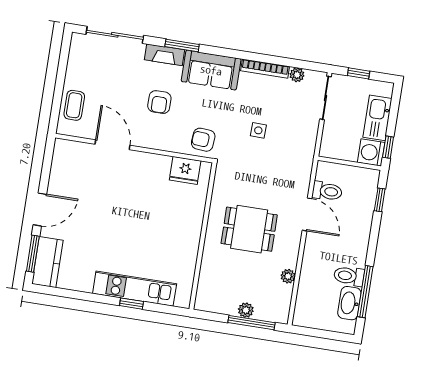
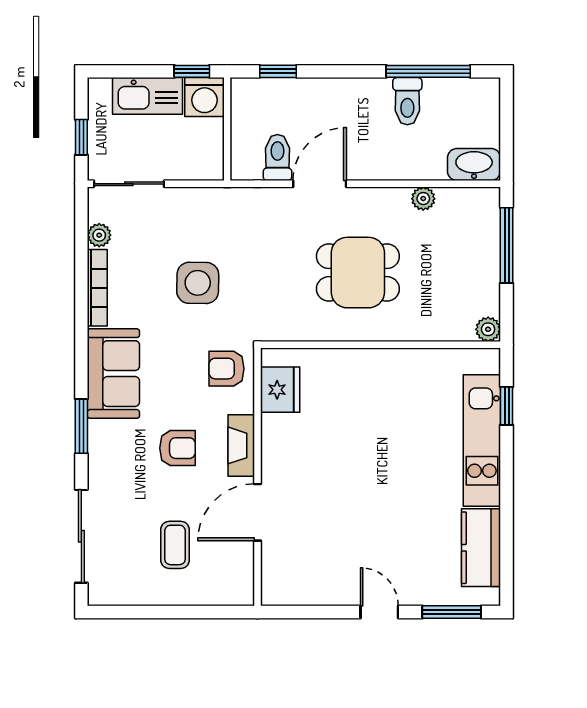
fireplace: (165, 55) -> (241, 445), moved, turned 180
coffee table: (74, 105) -> (175, 545), moved, turned 90
side table: (258, 130) -> (198, 283), width x1.87, depth x1.87
armchair: (203, 140) -> (227, 369), turned 86
door: (40, 209) -> (379, 612), width x0.73
dining table: (249, 229) -> (358, 273), turned 90
kitchen counter: (47, 262) -> (481, 548), moved, turned -90
washbasin: (349, 303) -> (474, 165), moved, turned 180
window: (132, 304) -> (507, 406), moved
plant: (246, 310) -> (488, 329), moved

